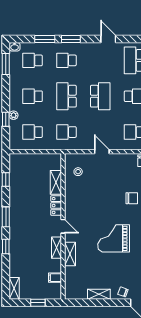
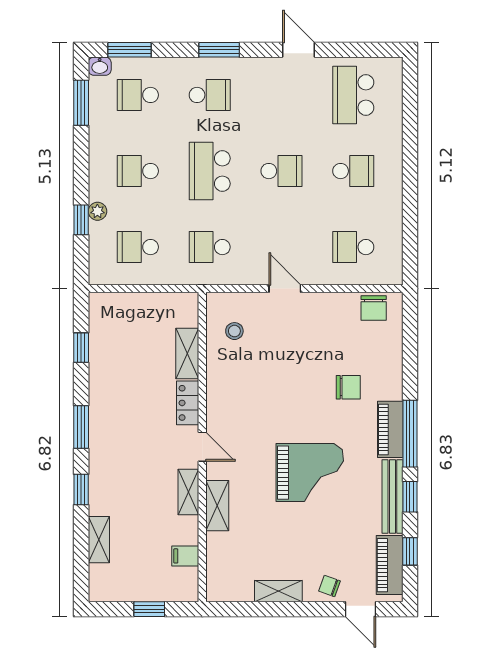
window: (45, 39) -> (129, 50), moved
school desk: (66, 60) -> (210, 95), turned 180
school desk: (100, 96) -> (281, 171), width x0.54
grand piano: (114, 238) -> (310, 473), turned 180
shelving: (14, 288) -> (99, 540), moved

